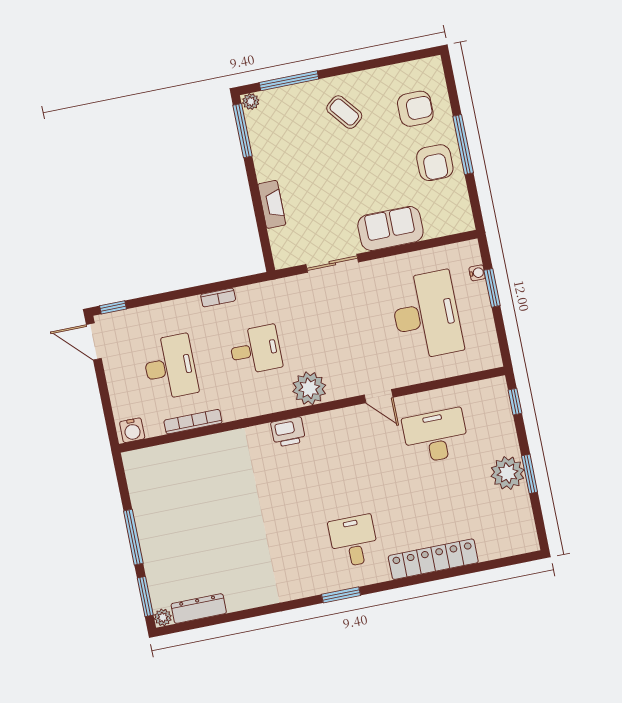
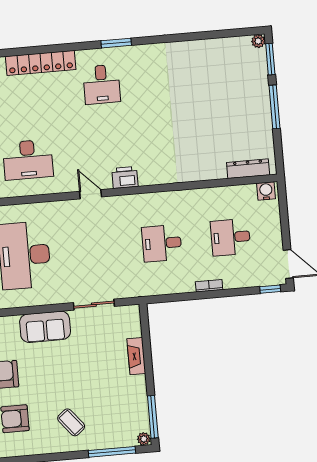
bookcase: (218, 298) -> (209, 286), moved
desk: (170, 367) -> (231, 237), width x0.73
plant: (309, 388) -> (123, 208), removed
door: (379, 396) -> (91, 194), moved
bookcase: (193, 422) -> (217, 192), removed
printer: (288, 432) -> (125, 177), moved
dresser: (199, 609) -> (248, 169), moved, turned 180

